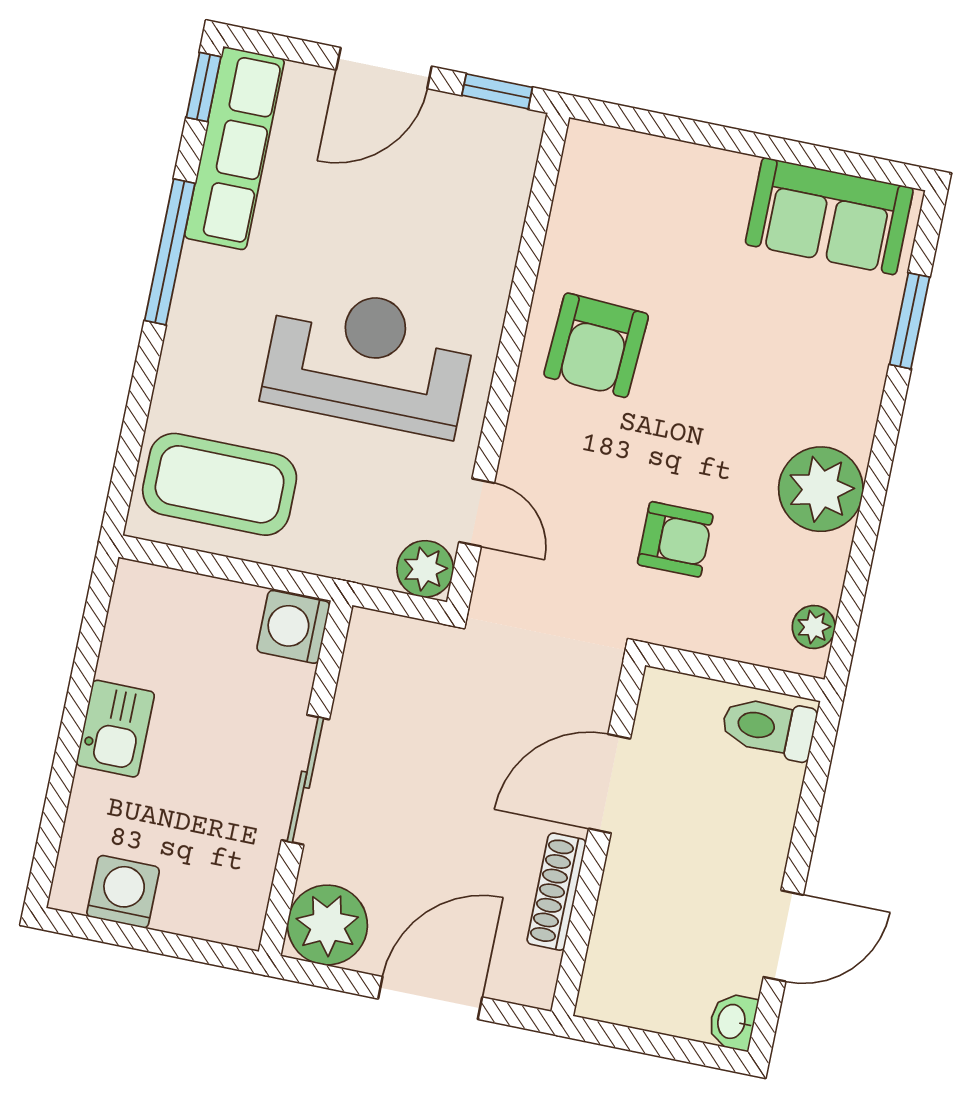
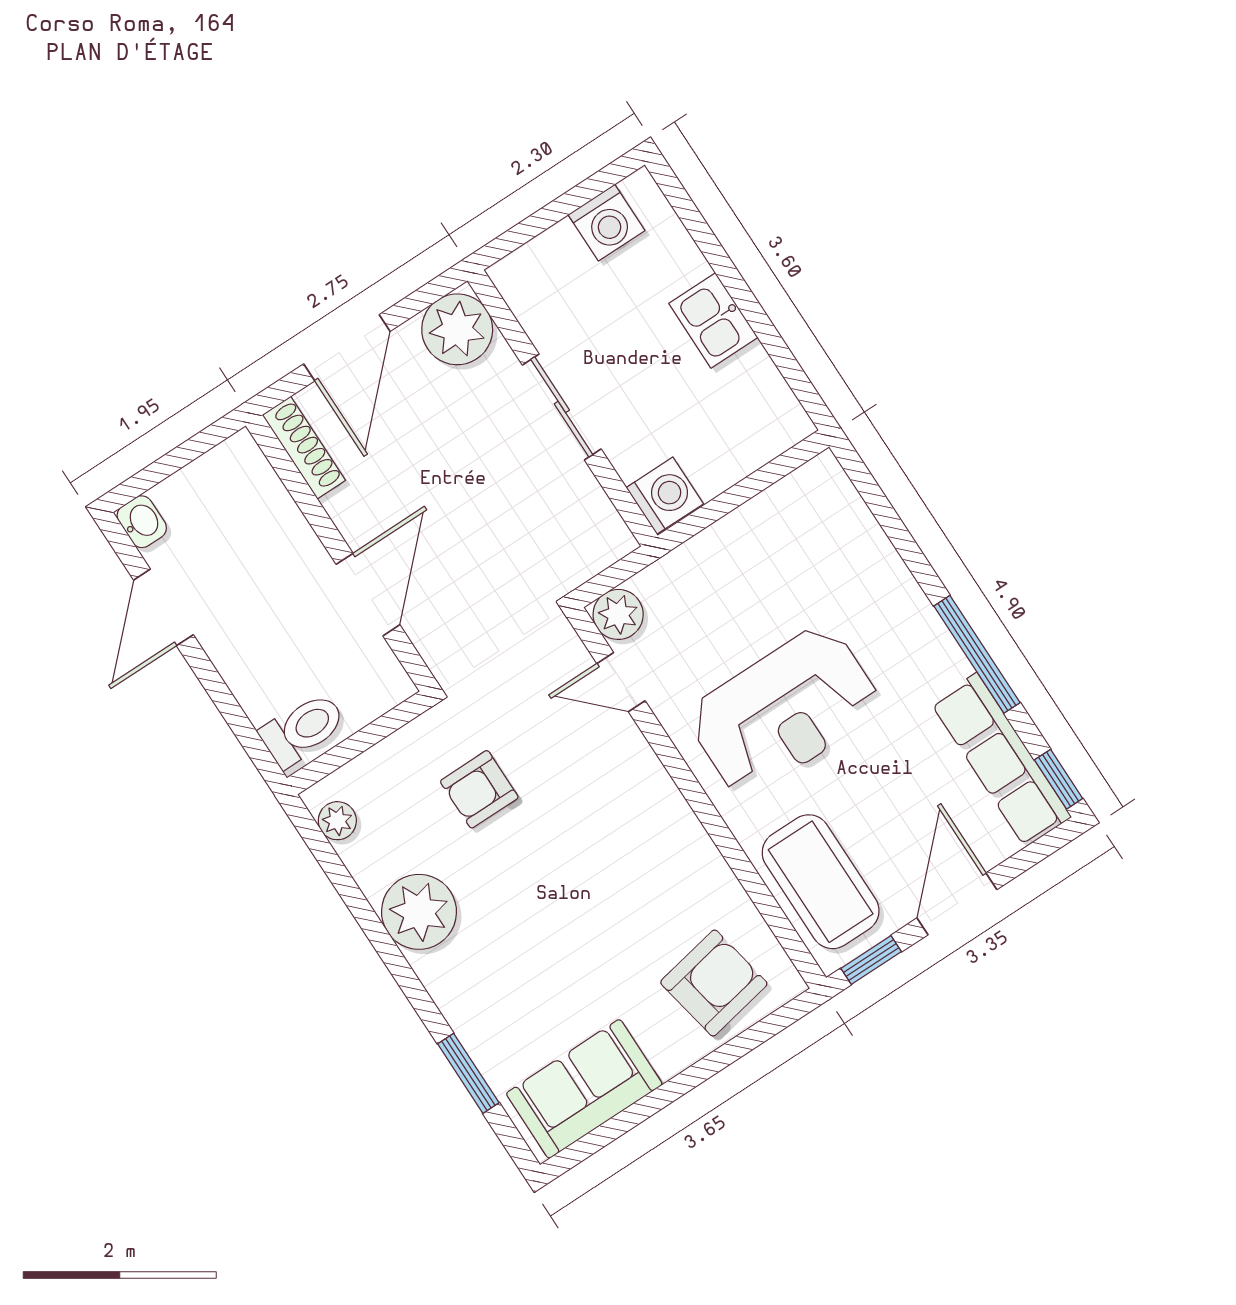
armchair: (596, 345) -> (714, 983), moved, turned 76
coffee table: (220, 484) -> (821, 882), moved, turned 90
shoe rack: (557, 892) -> (304, 448), moved

